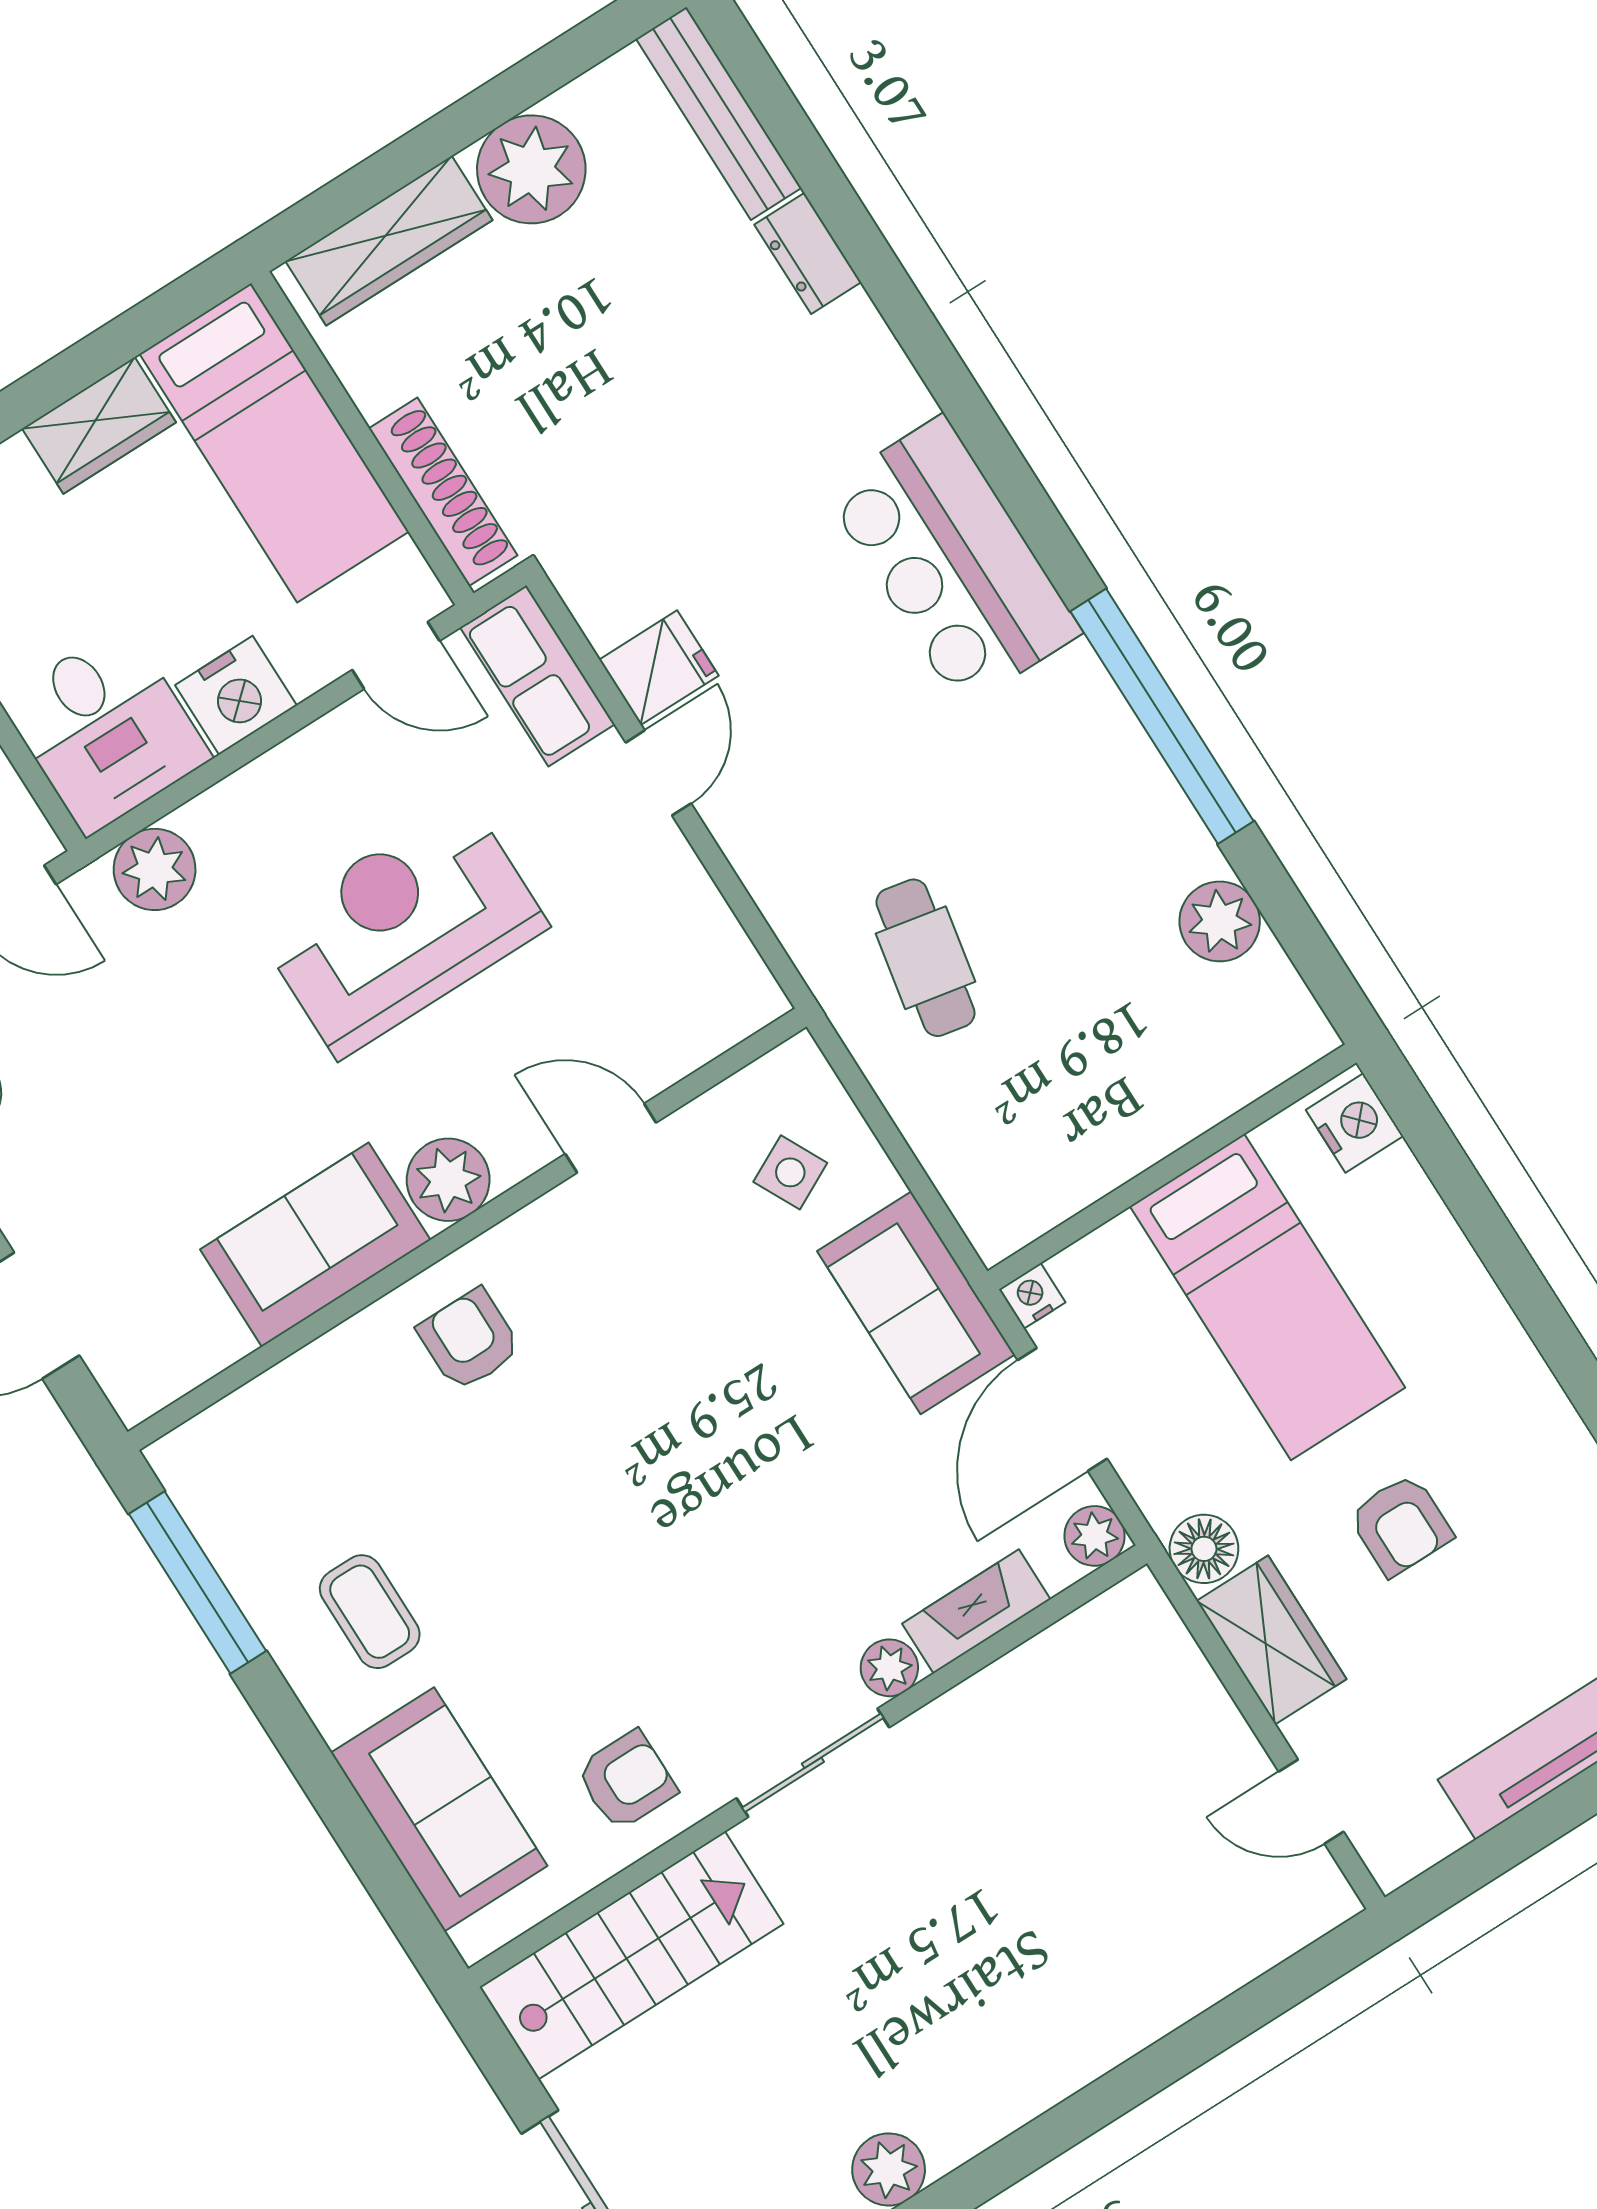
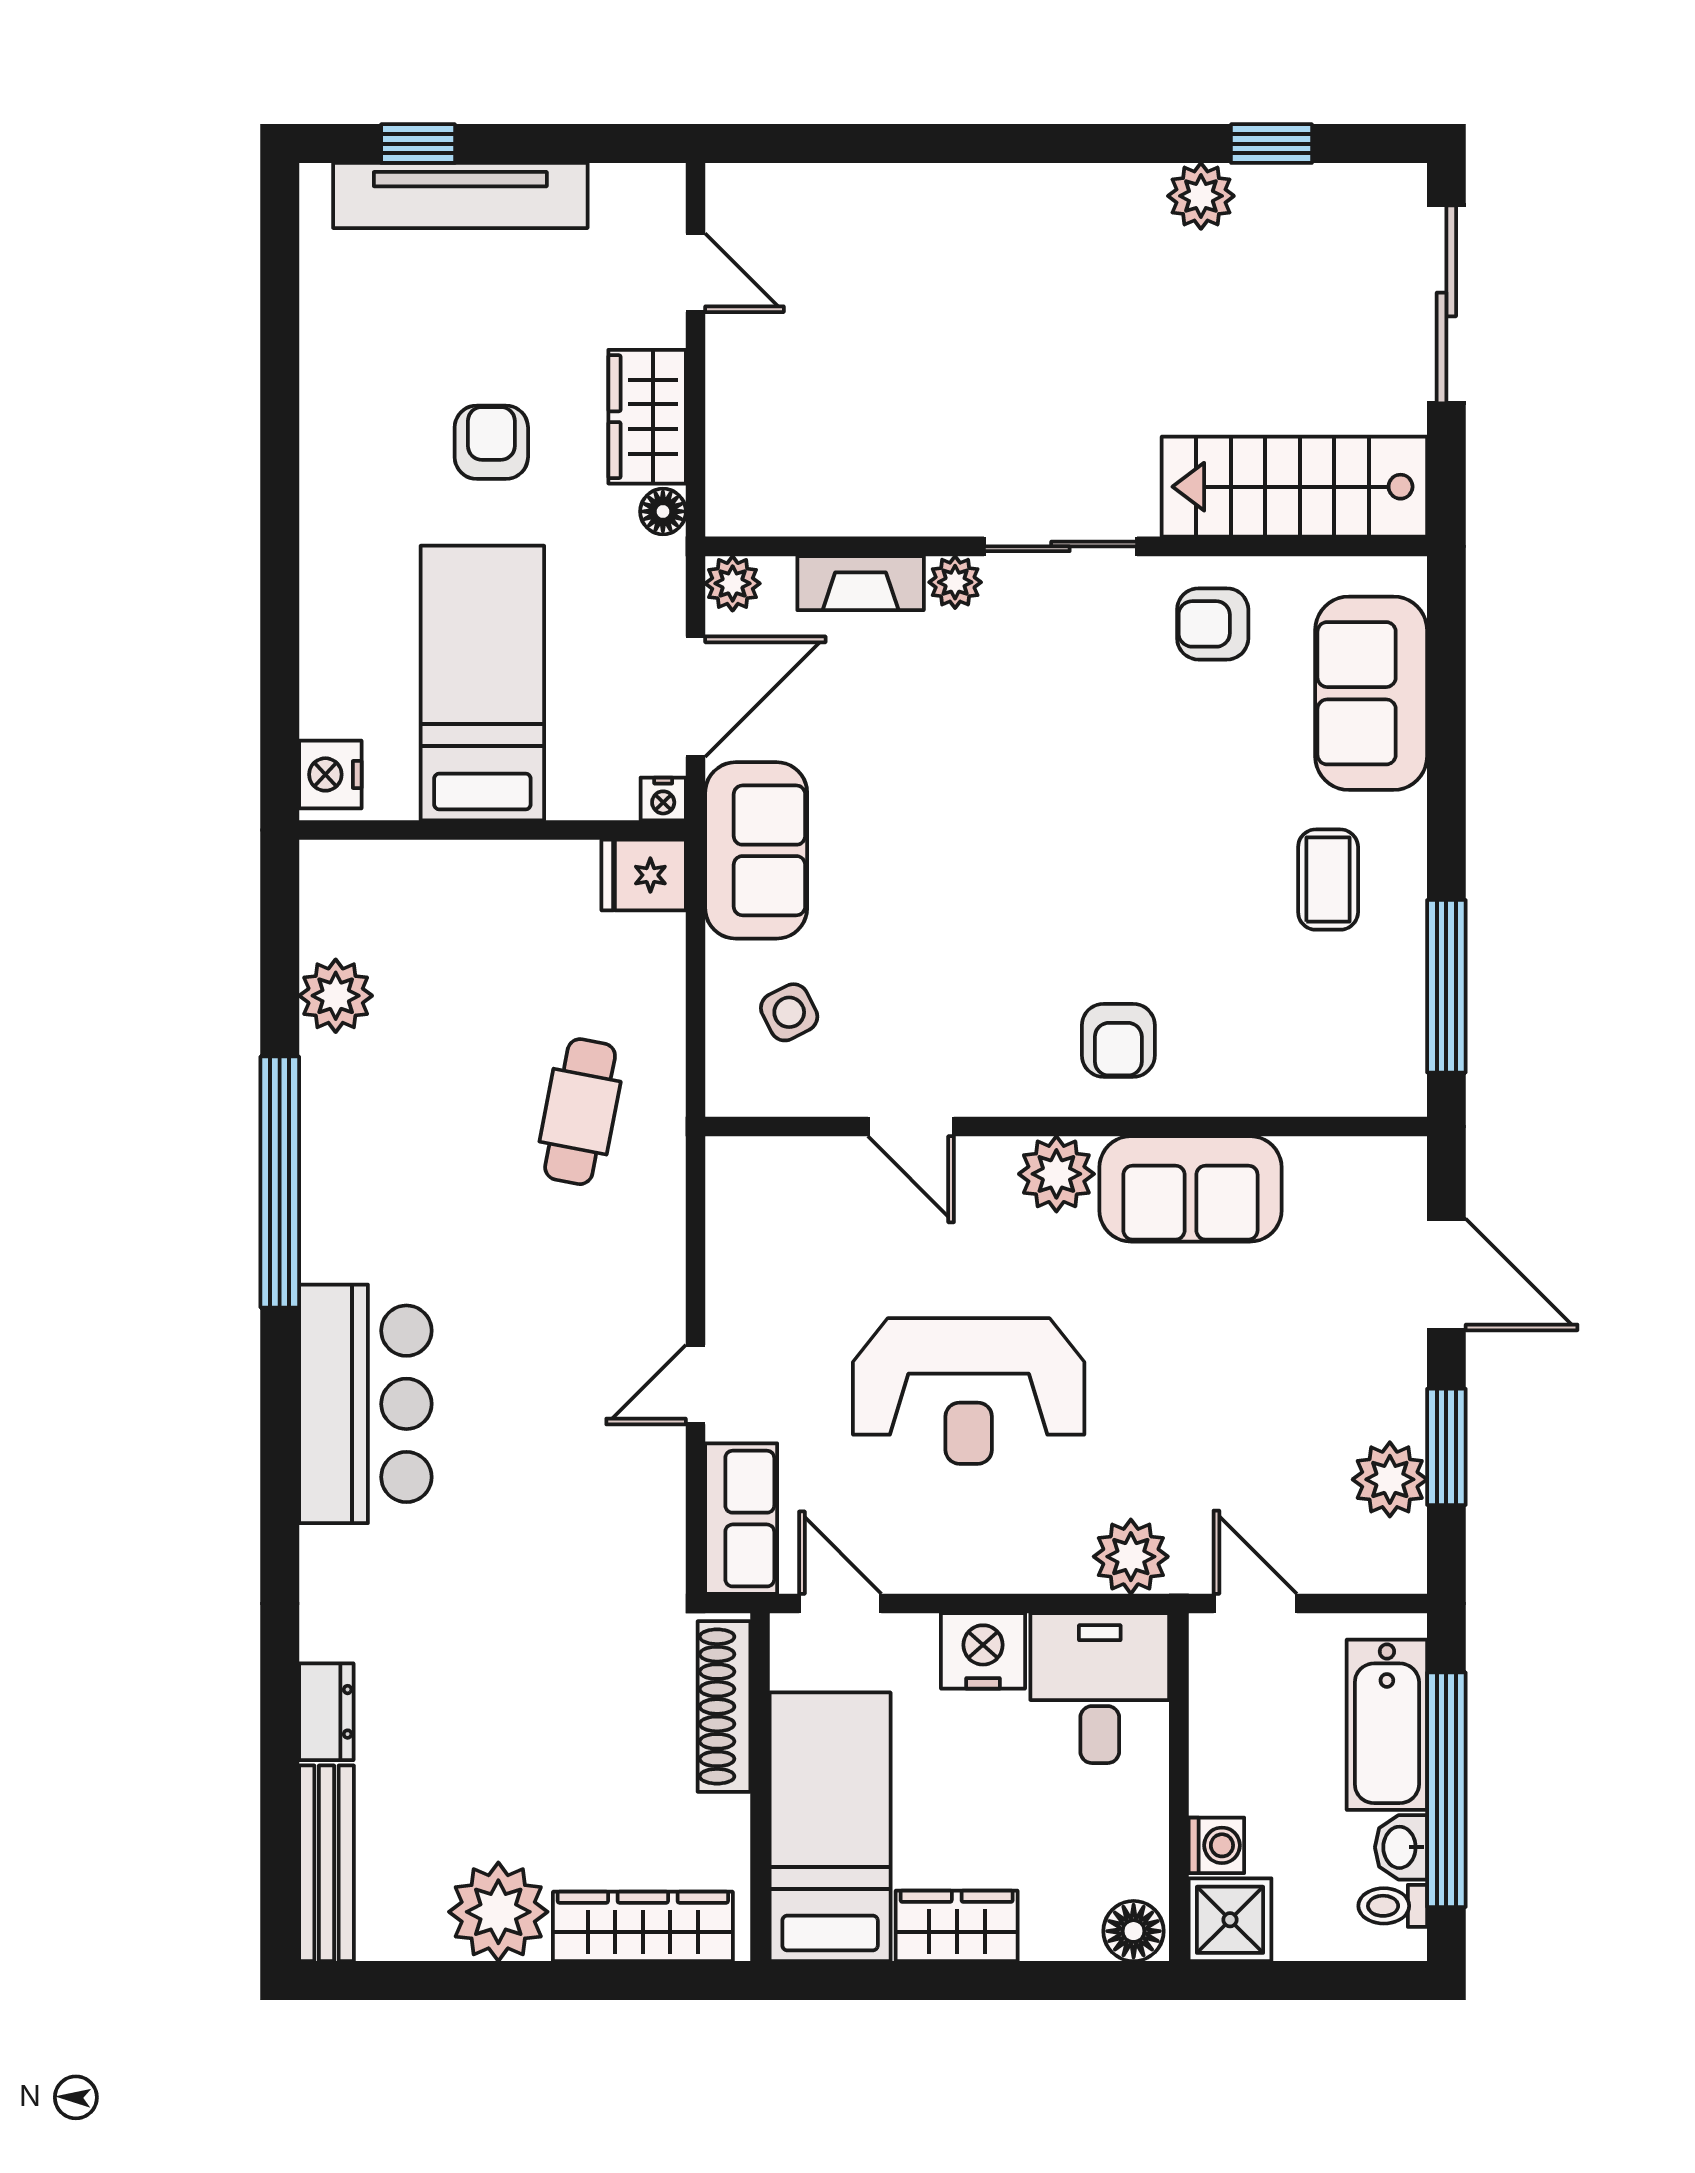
fridge: (659, 668) -> (644, 875), moved
floor lamp: (1204, 1549) -> (663, 511), width x0.73, depth x0.73

